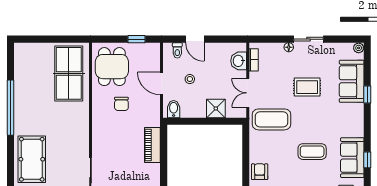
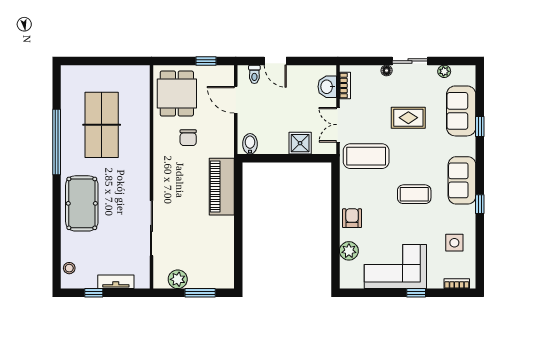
plant: (359, 48) -> (444, 71), moved
table tennis table: (69, 73) -> (102, 125), moved
stool: (190, 79) -> (269, 108), removed
door: (162, 83) -> (236, 100), moved
piano: (152, 145) -> (222, 187), width x1.37, depth x1.33
sofa: (352, 158) -> (462, 180), moved

